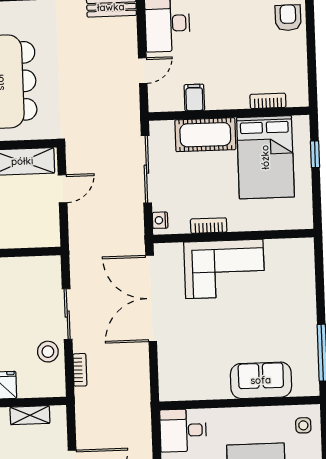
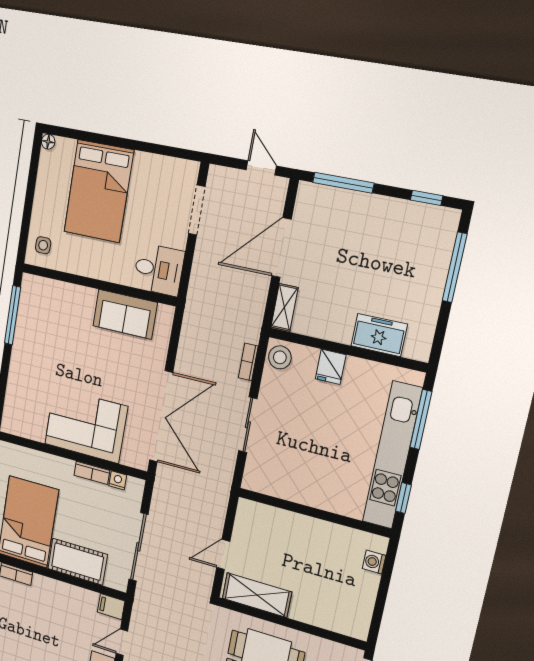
filing cabinet: (194, 97) -> (111, 607), moved, turned 90
nightstand: (160, 220) -> (118, 480), moved, turned -90
stool: (48, 352) -> (280, 357), moved
sofa: (261, 380) -> (125, 314), moved
shelving: (30, 415) -> (285, 307), moved, turned 90

